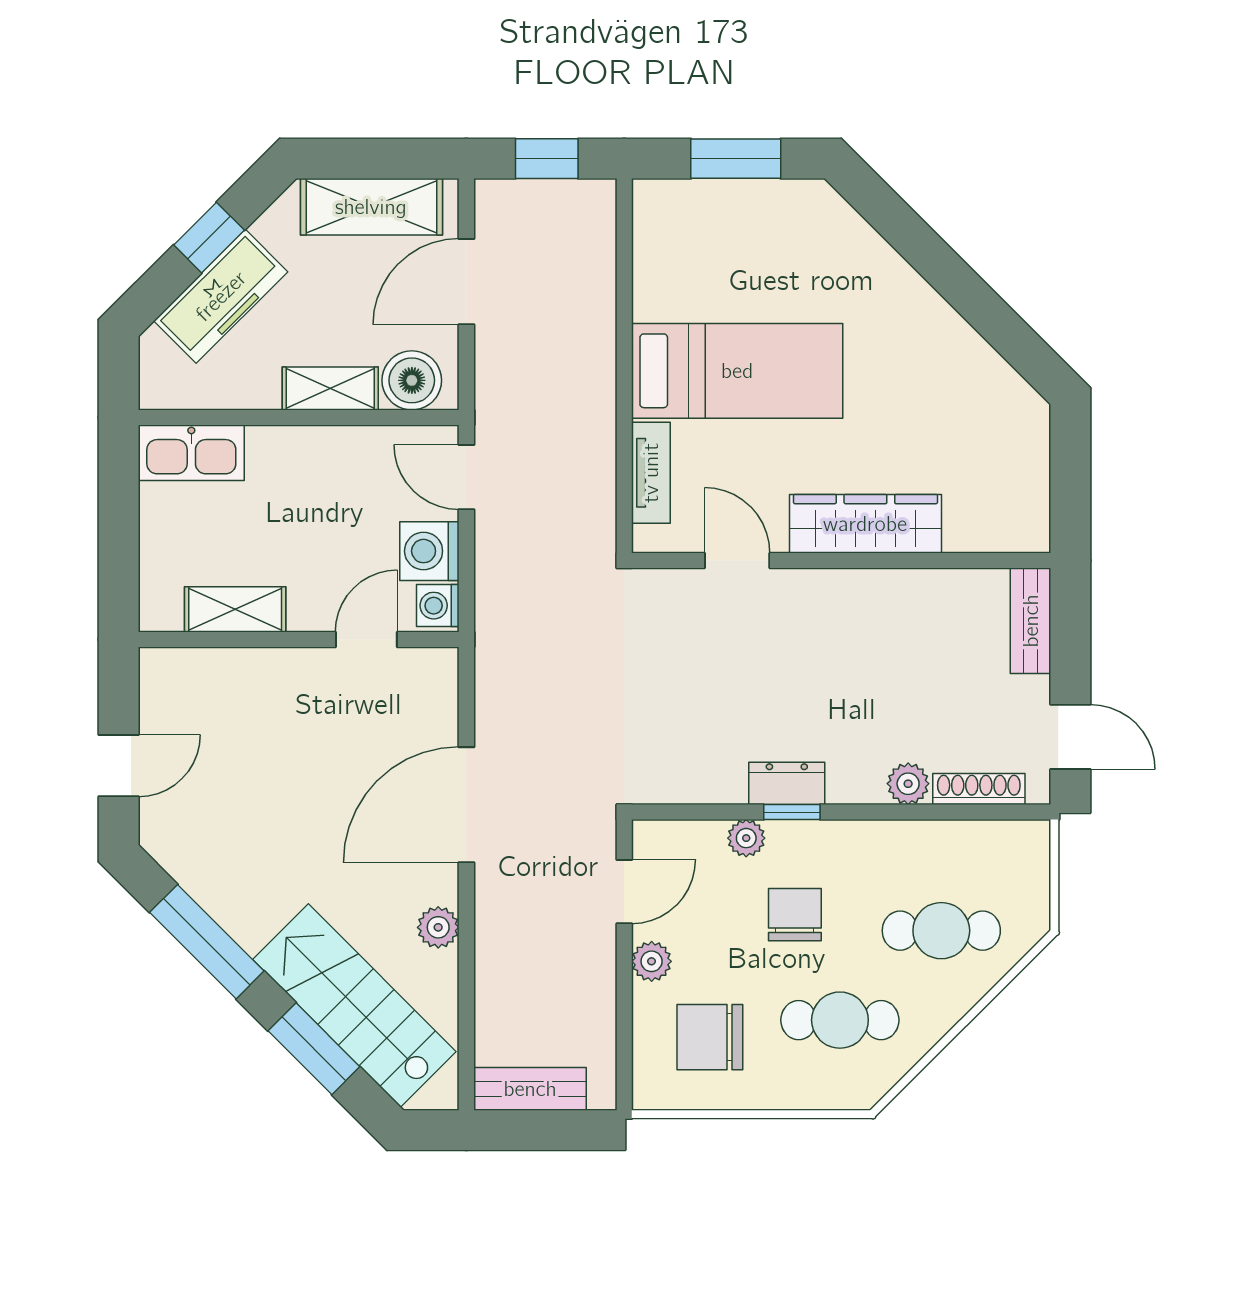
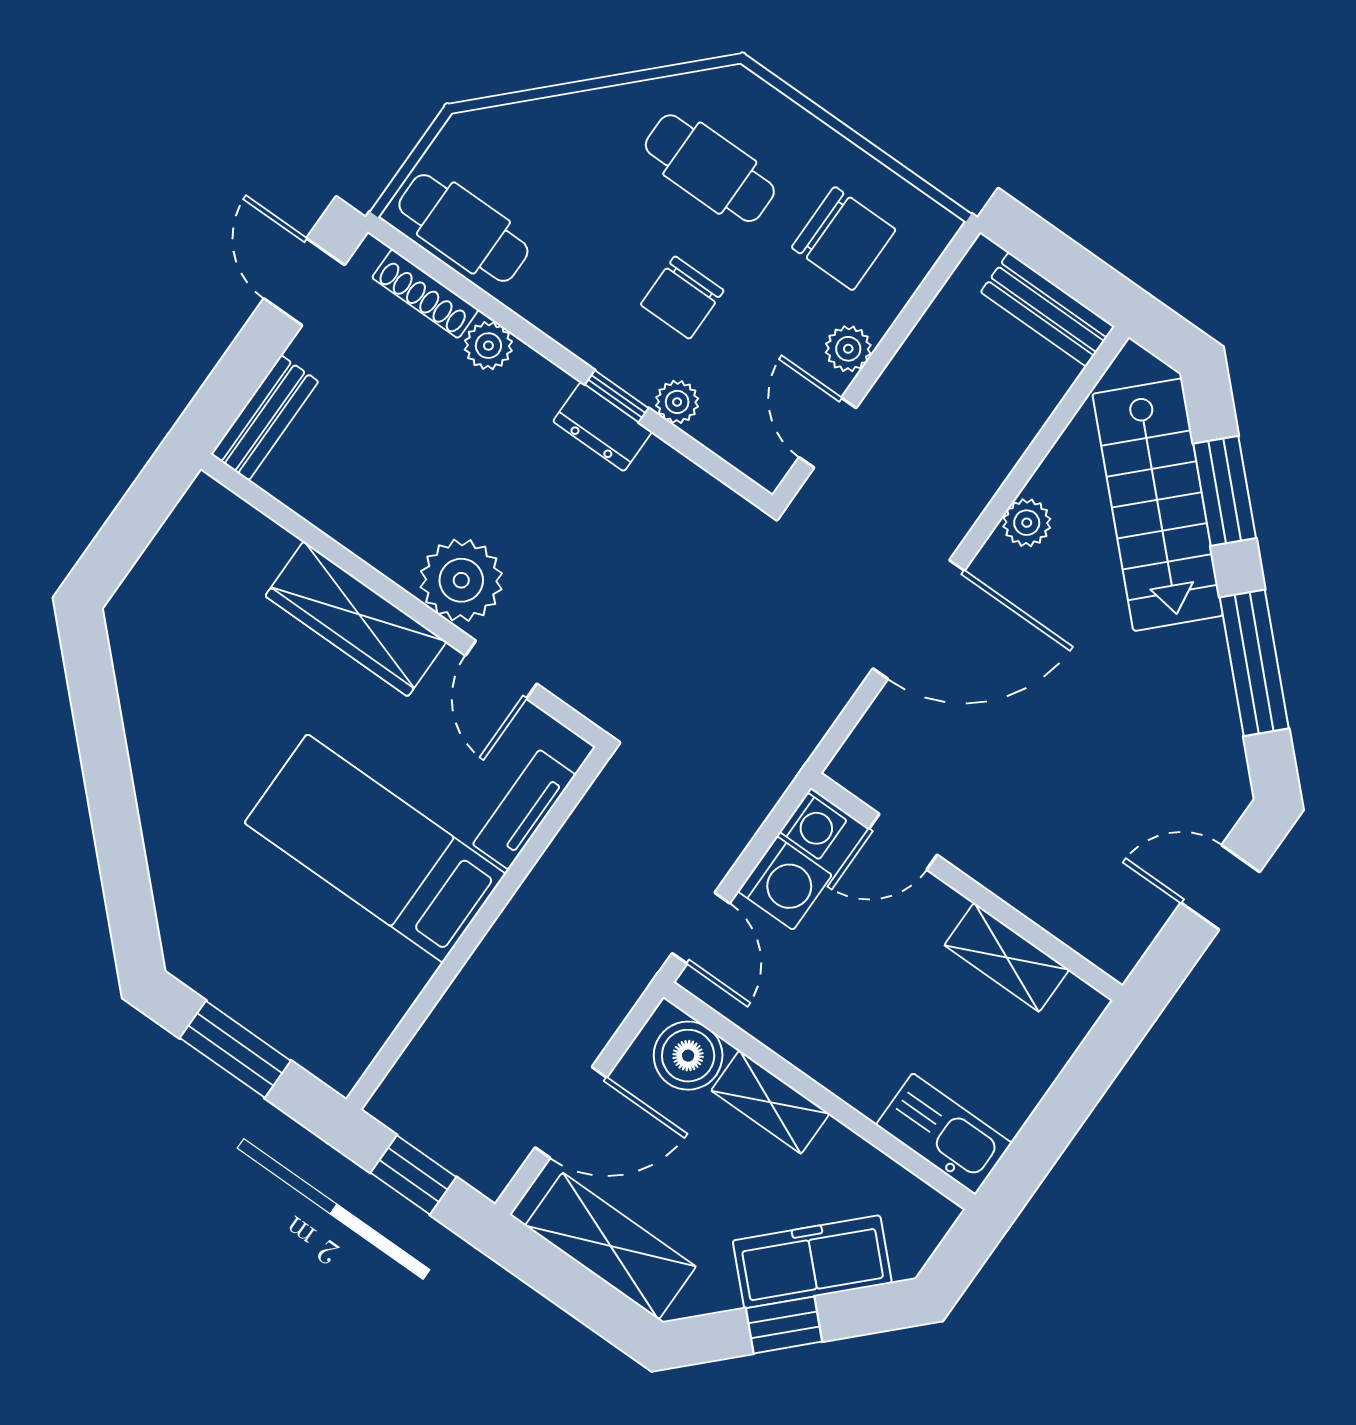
plant: (810, 604) -> (461, 580), added
door: (624, 892) -> (828, 433), hinge flipped
cafe table: (941, 931) -> (463, 228), moved

